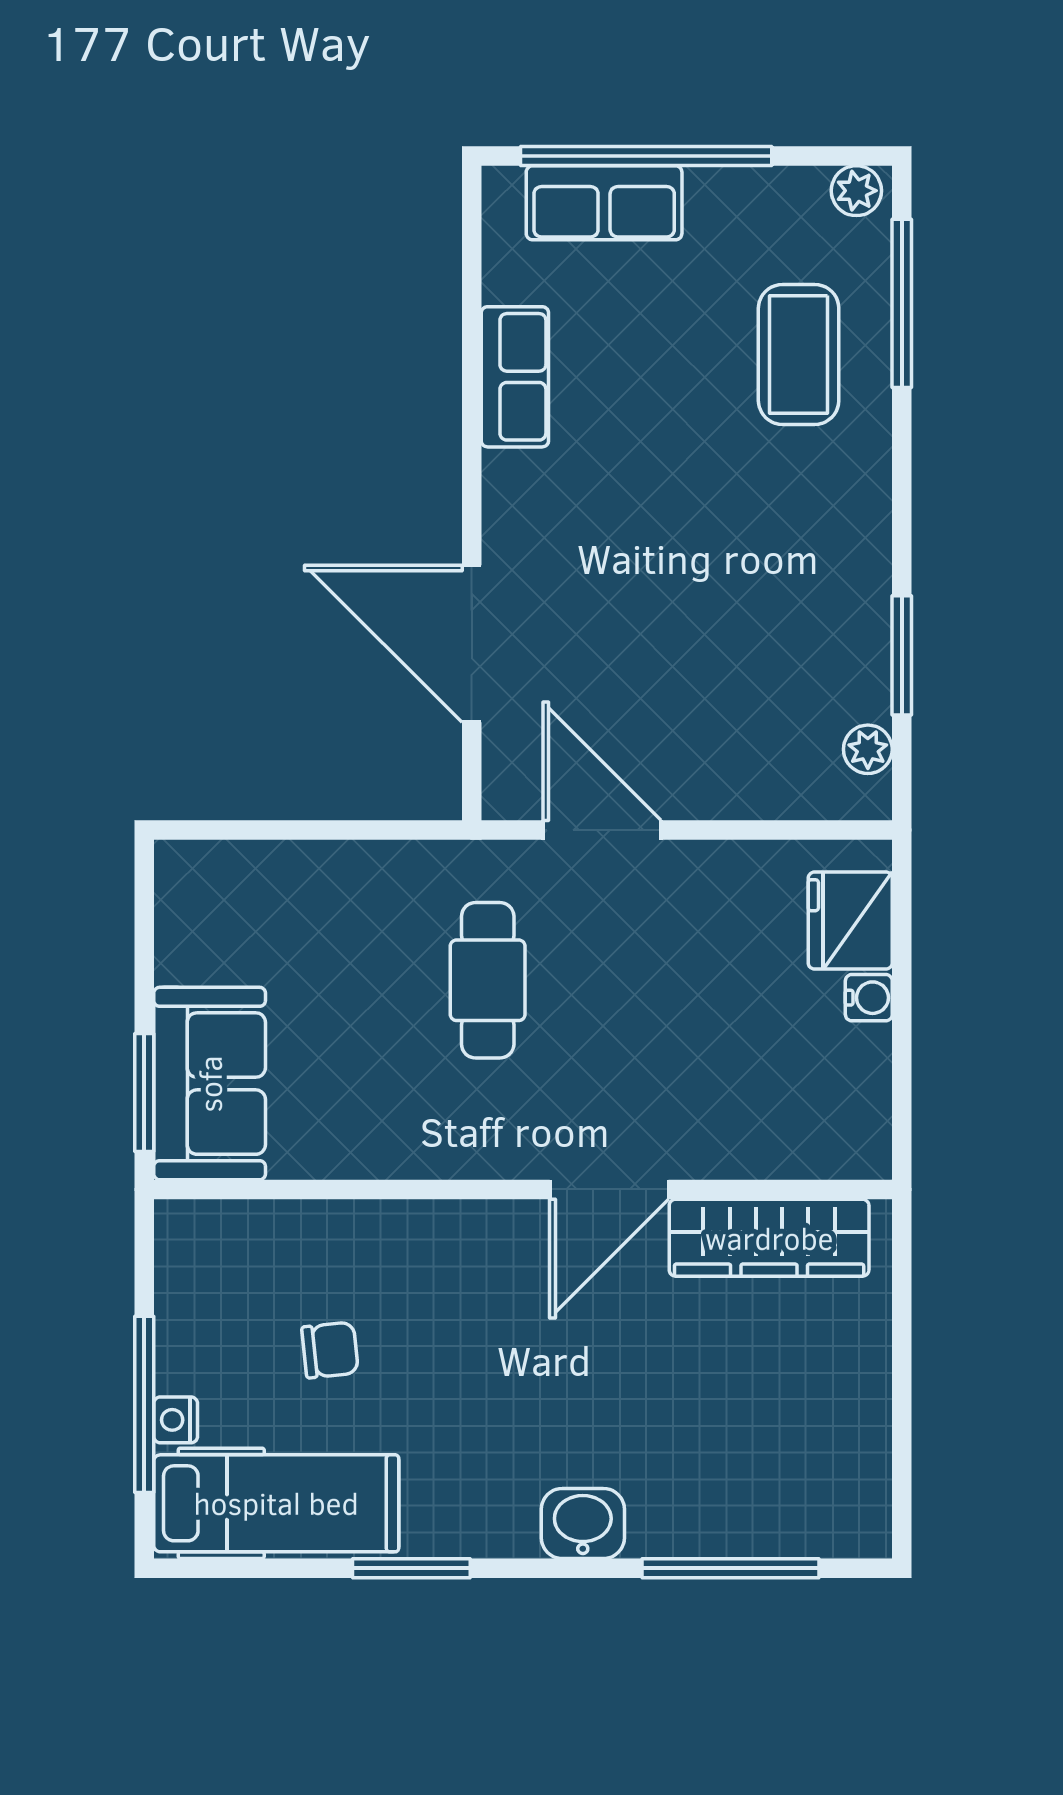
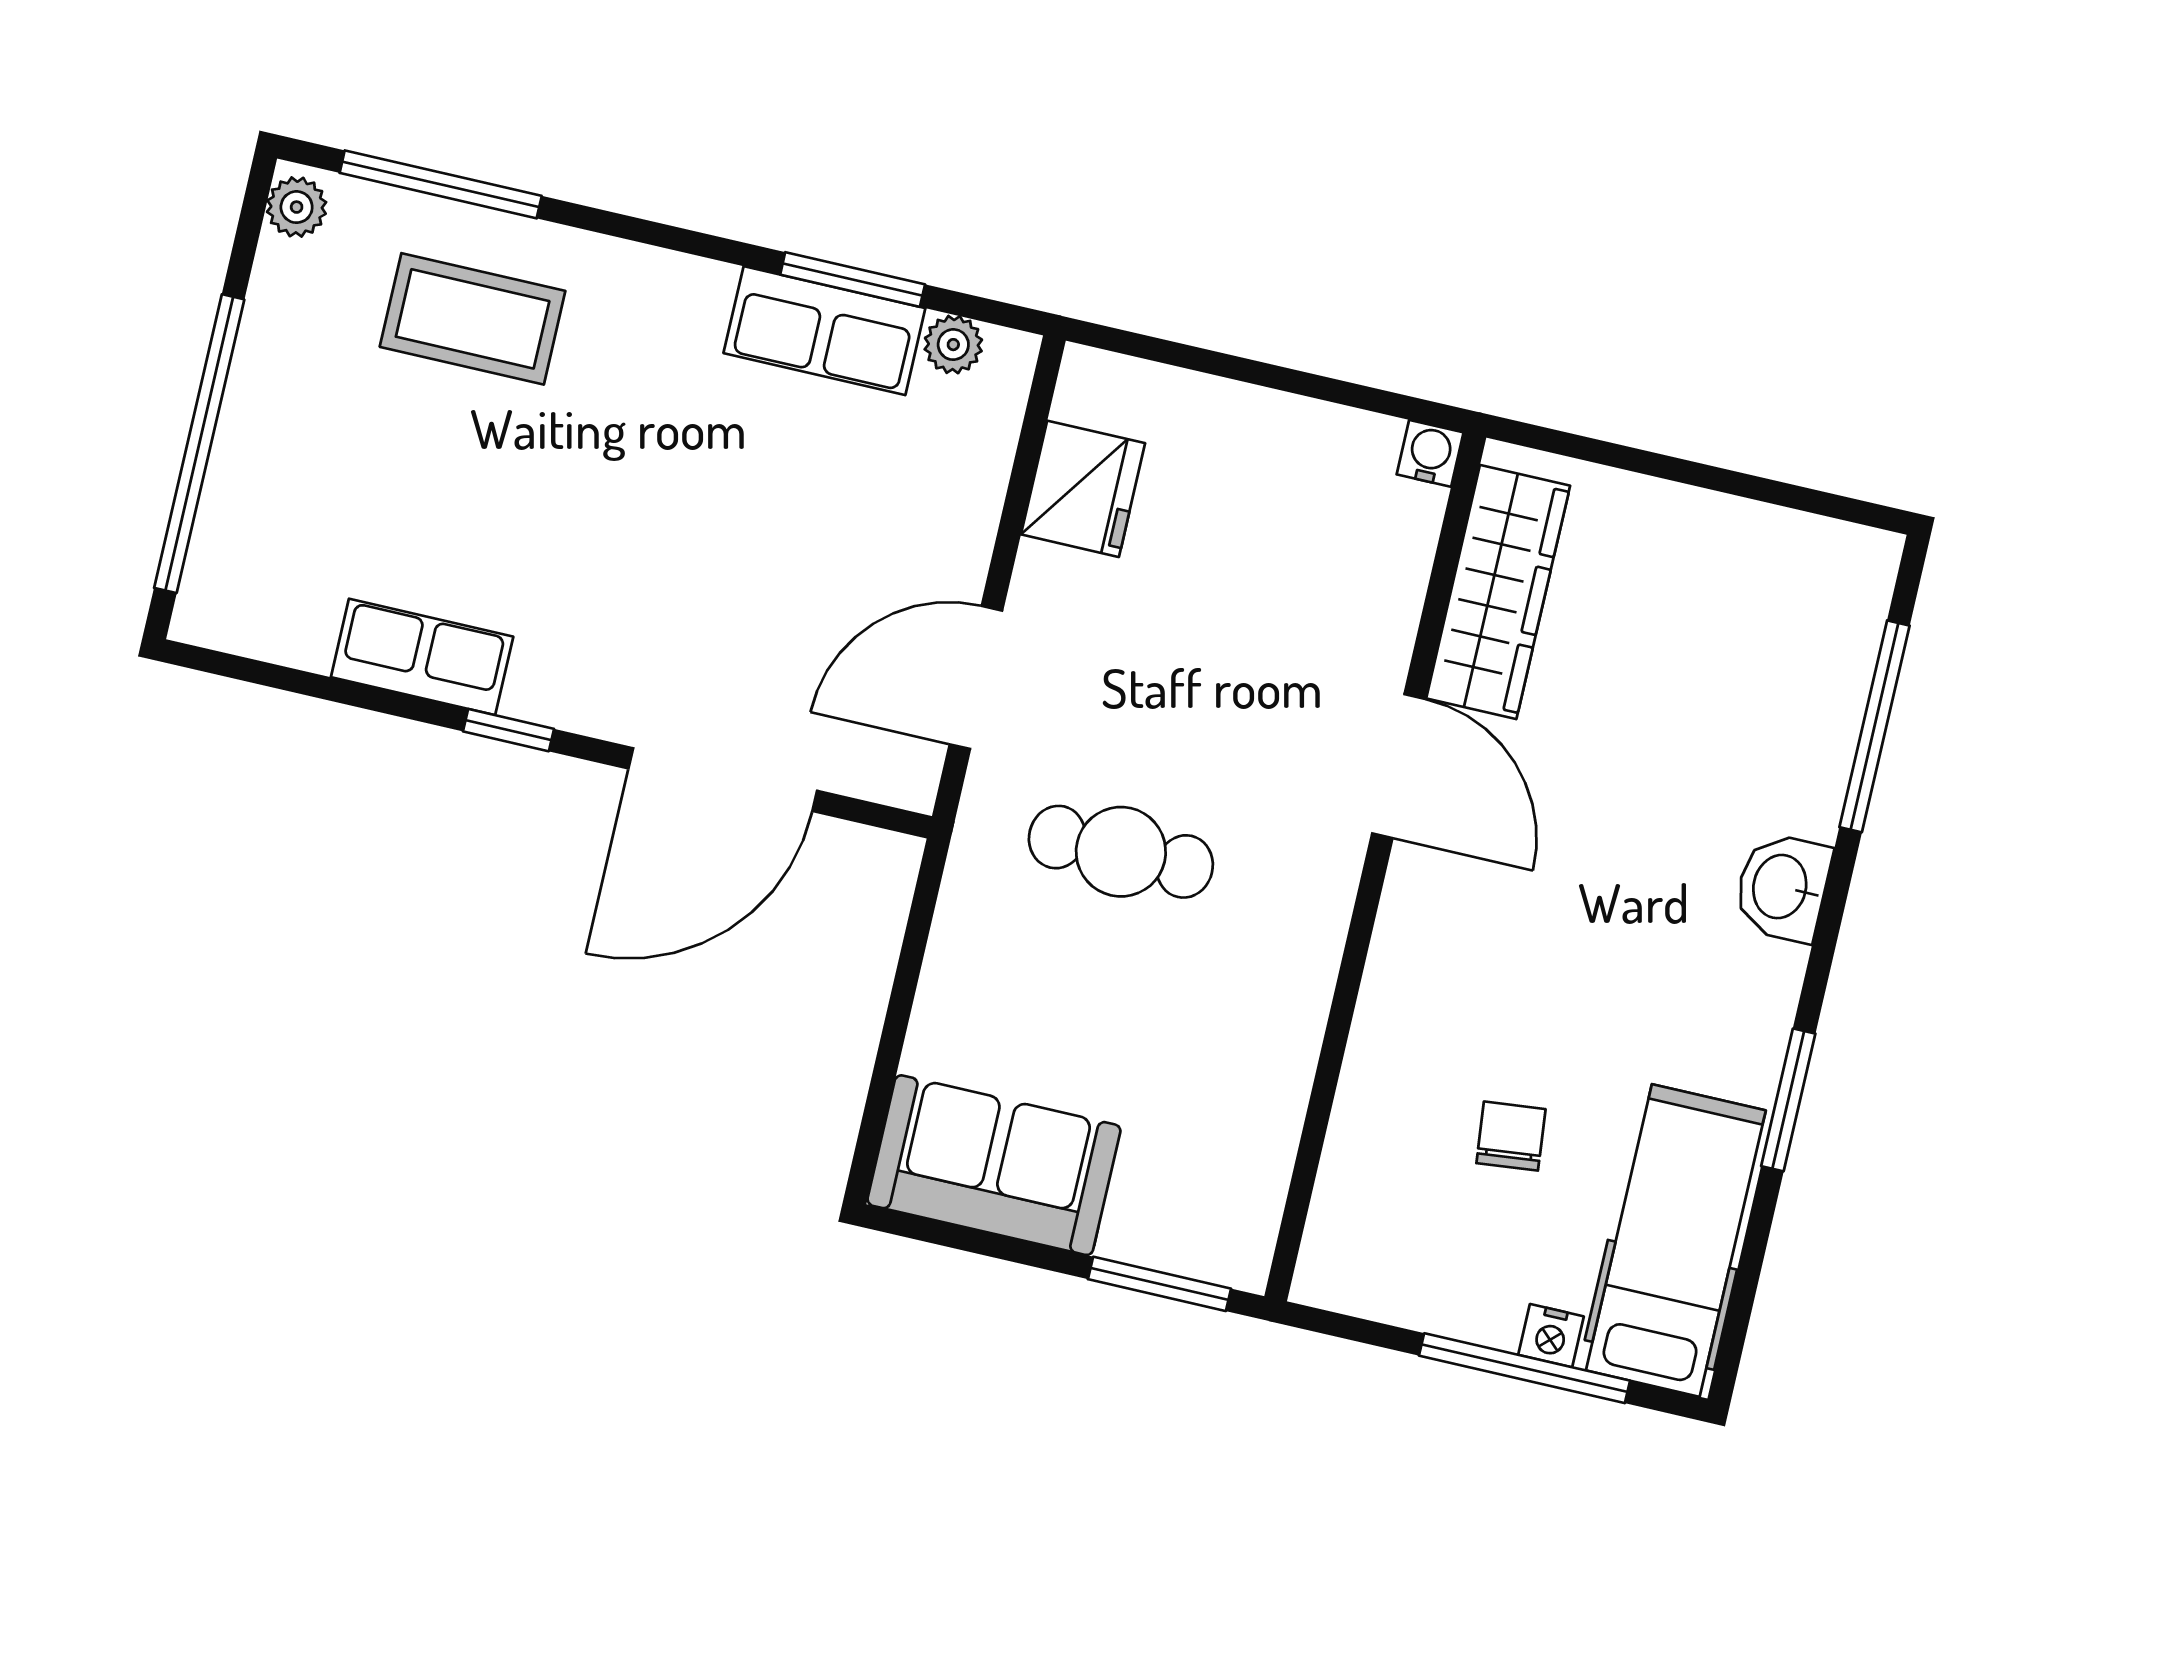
row of seats: (604, 203) -> (824, 331), moved, turned 90
window: (472, 461) -> (508, 730), added
fridge: (850, 921) -> (1083, 489), moved, turned -90
water cooler: (869, 998) -> (1430, 453), moved
sofa: (210, 1084) -> (994, 1165), moved

